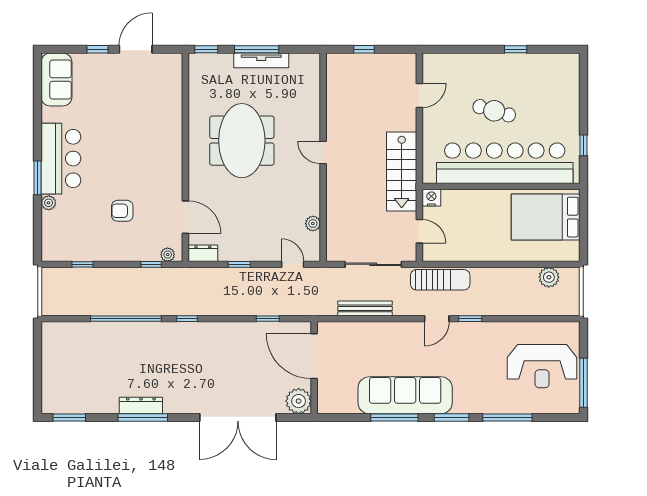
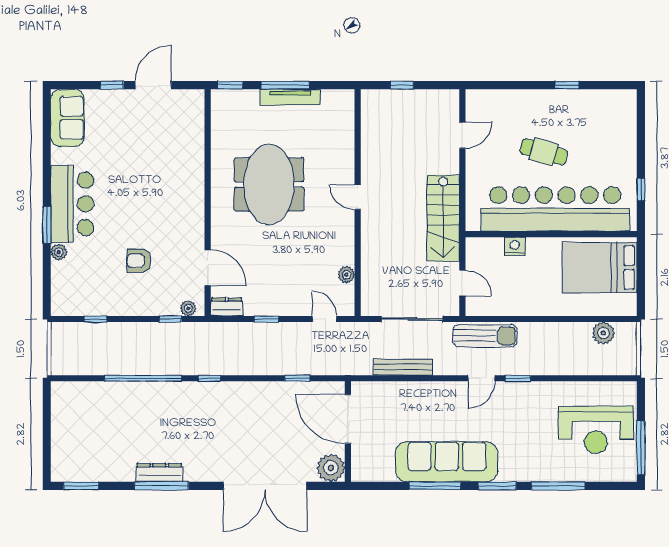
nightstand: (431, 198) -> (515, 246), moved

